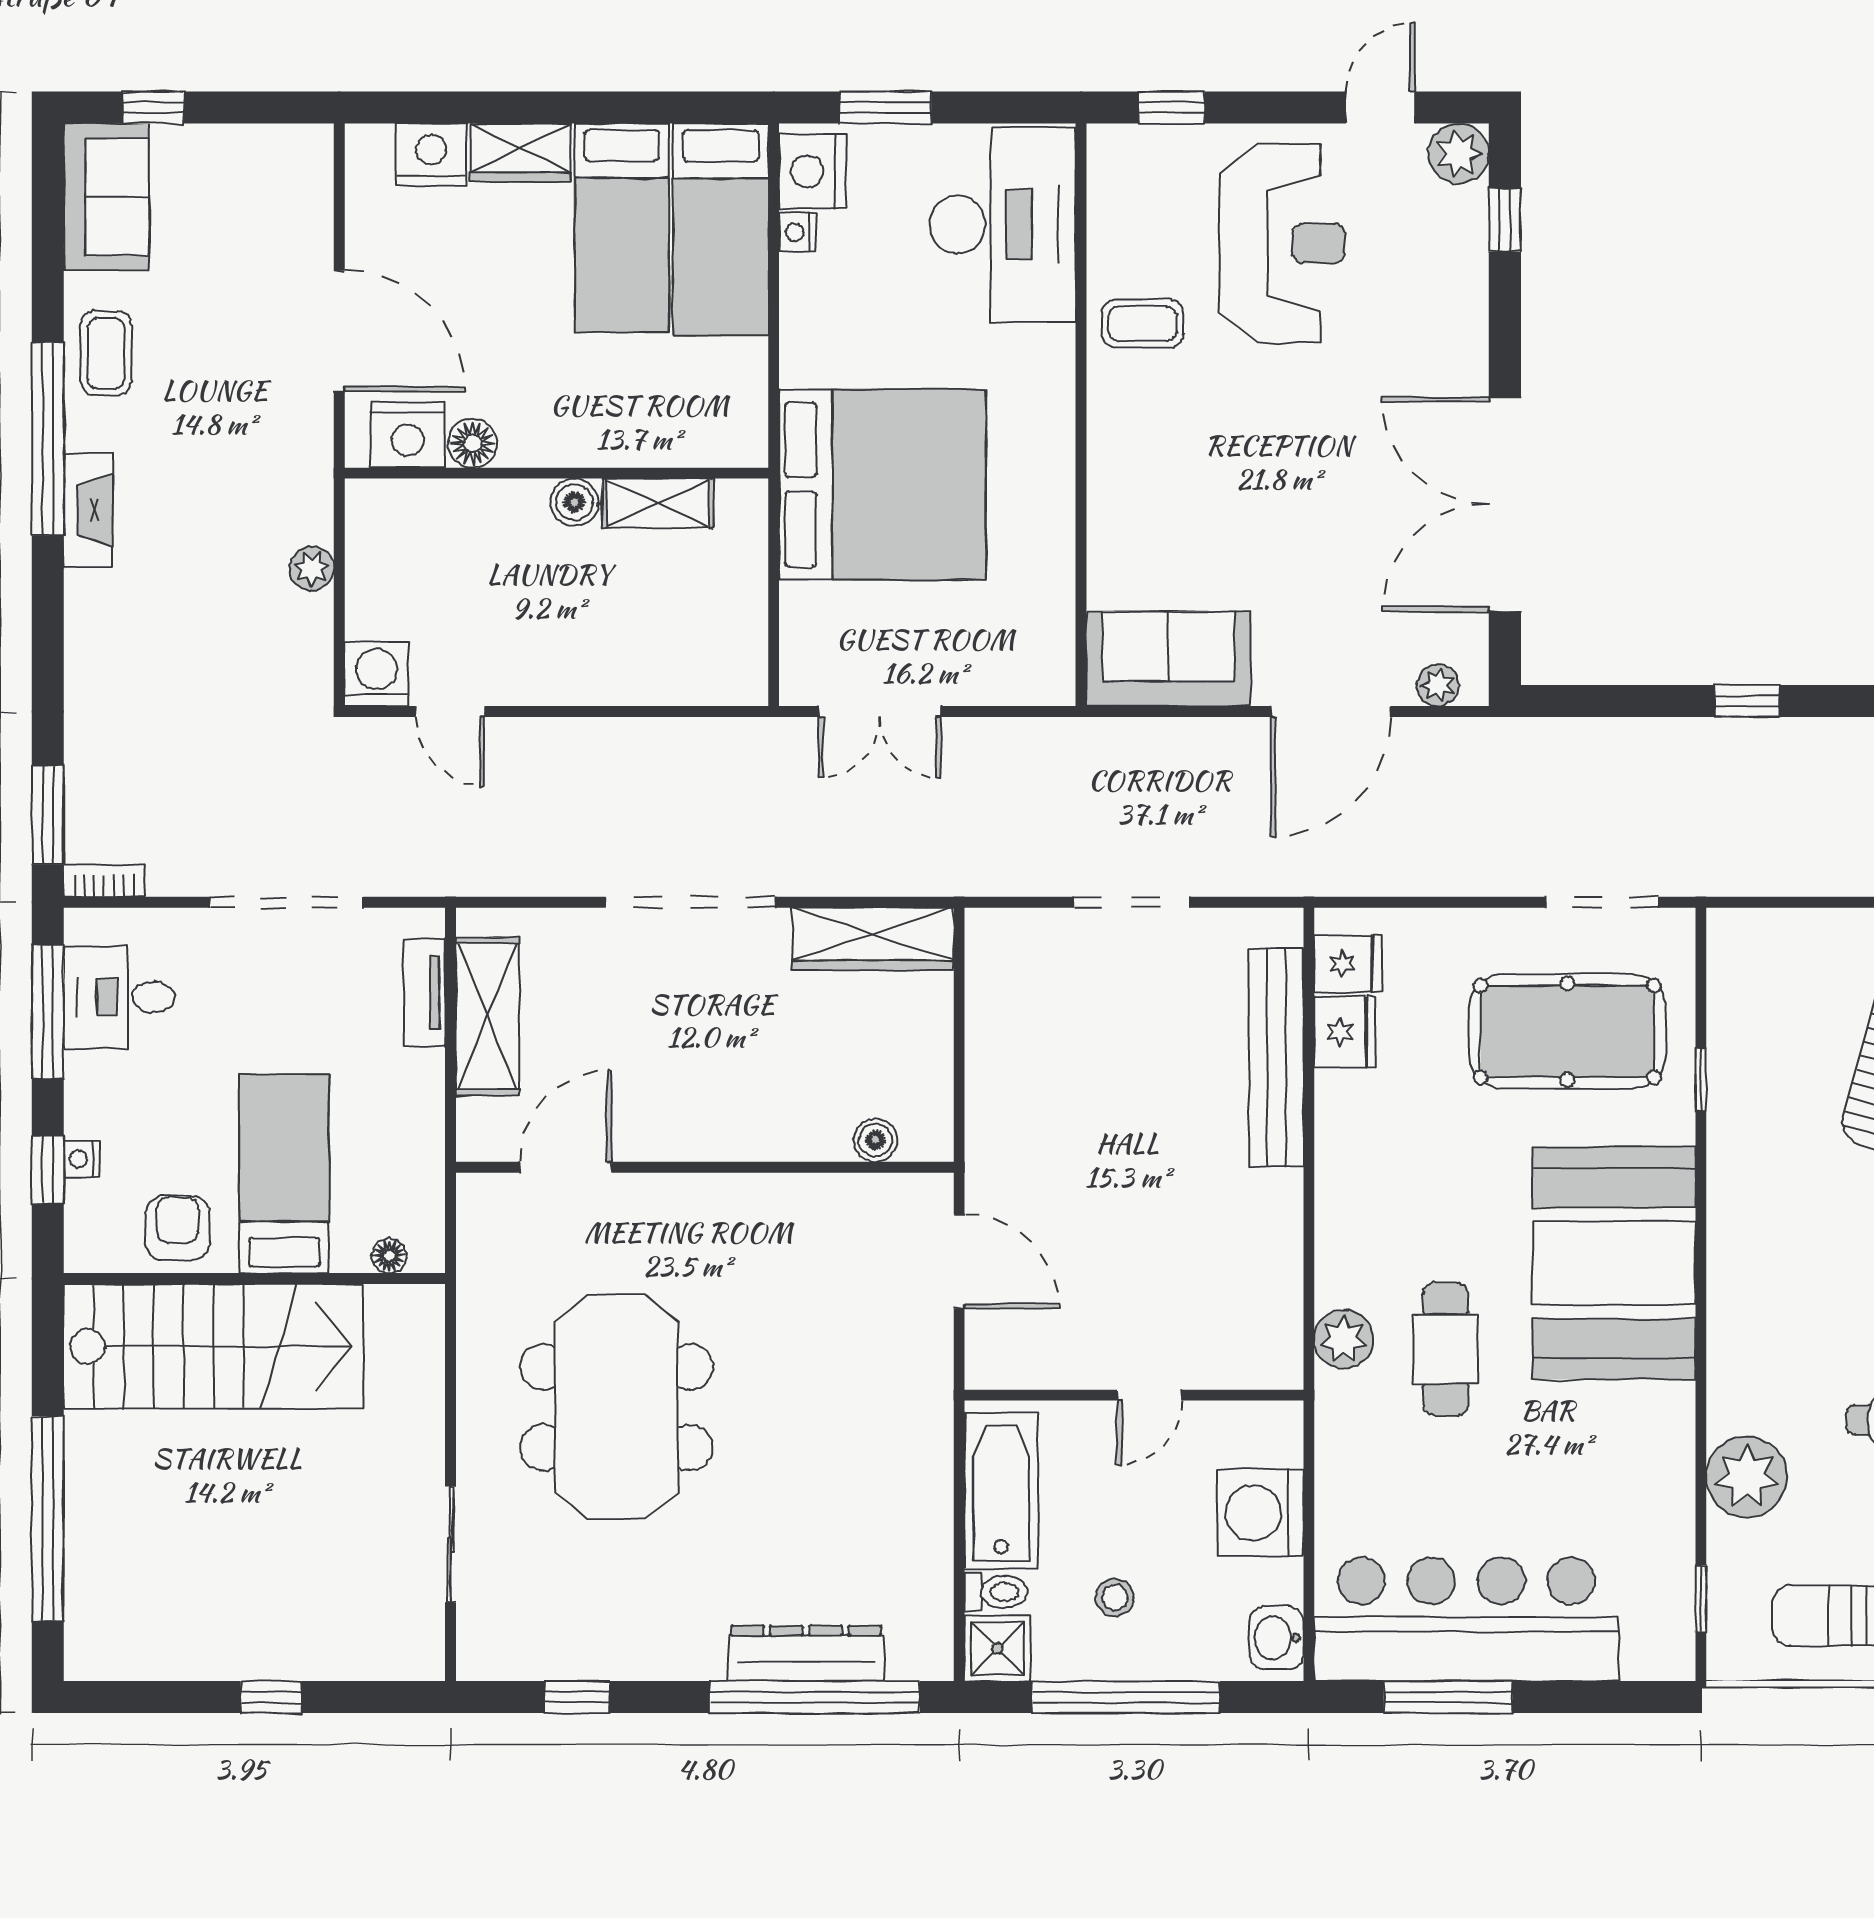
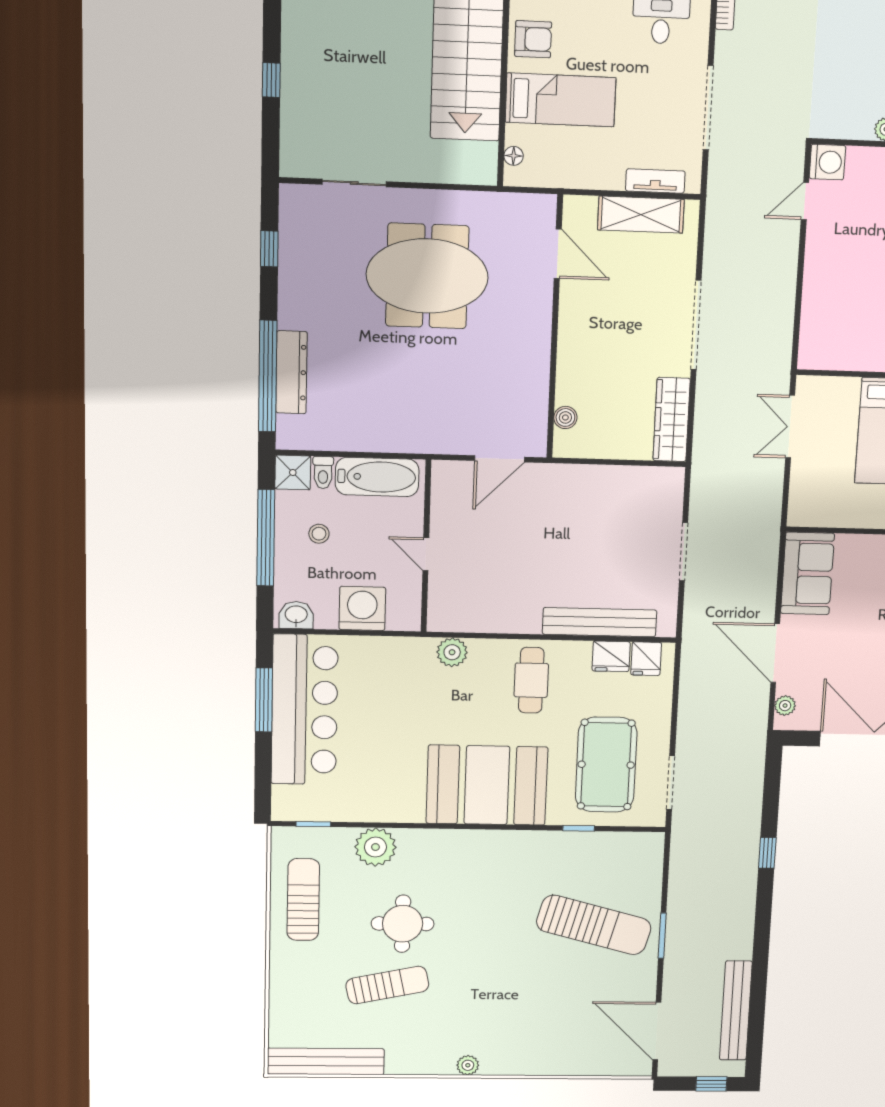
cafe table: (1446, 1349) -> (531, 680), moved, turned 90

